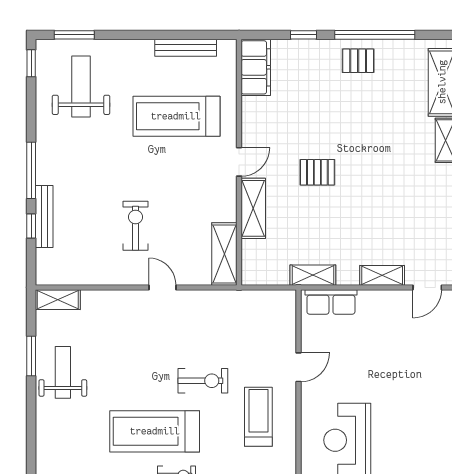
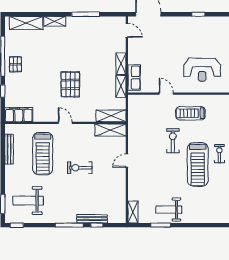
pallet: (317, 172) -> (70, 84), width x1.50, depth x1.42
shelving: (253, 208) -> (111, 116), moved
exercise bike: (136, 226) -> (80, 168), moved
shelving: (382, 275) -> (121, 64), moved

